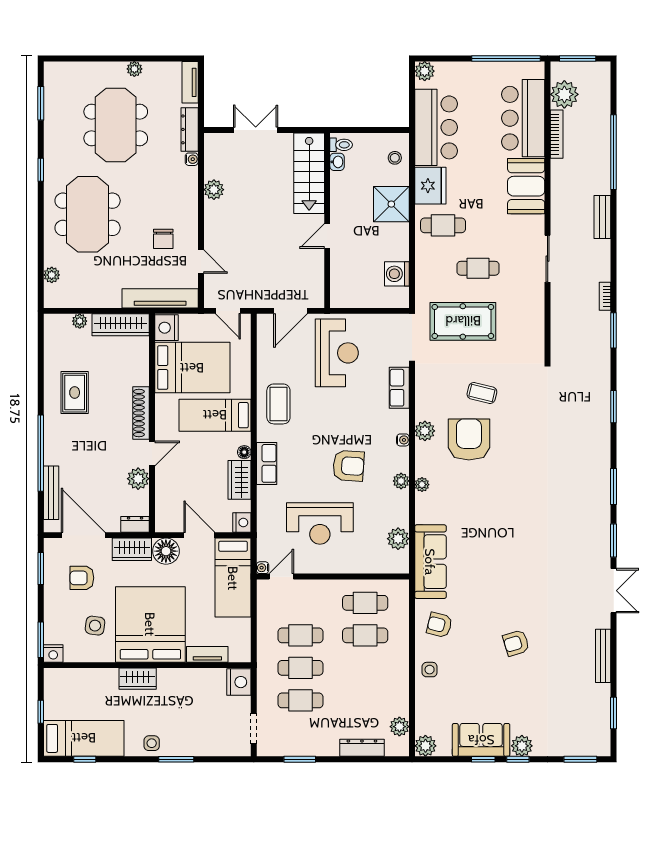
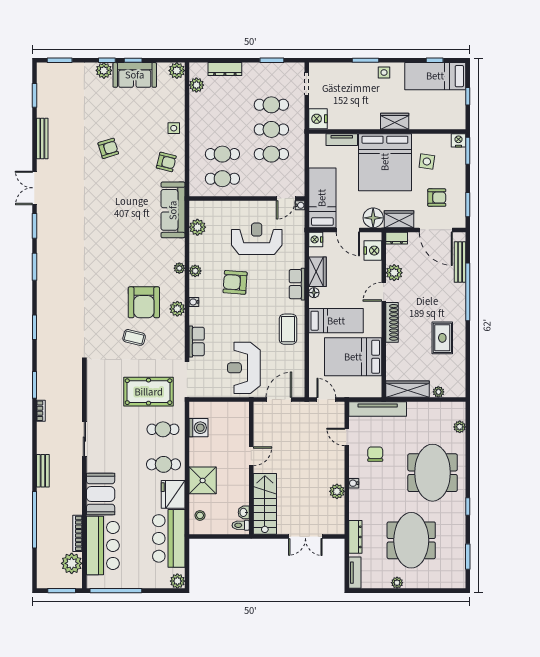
water cooler: (192, 159) -> (354, 483), moved
cafe table: (478, 268) -> (163, 429), moved
nightstand: (166, 328) -> (373, 251), moved

